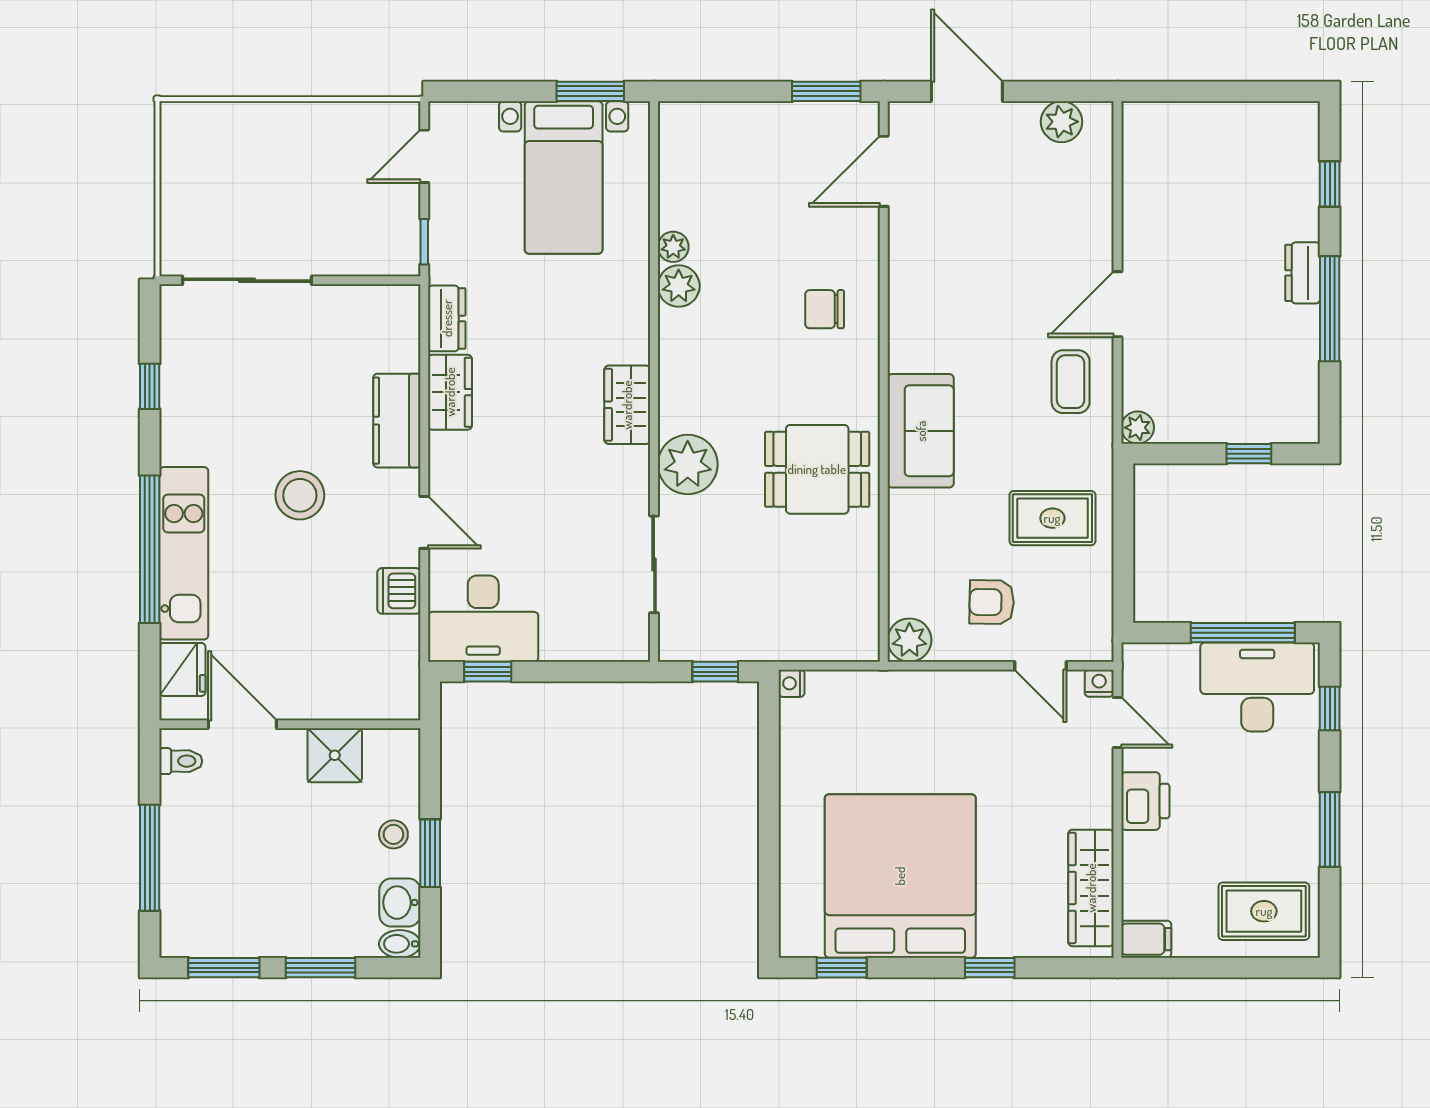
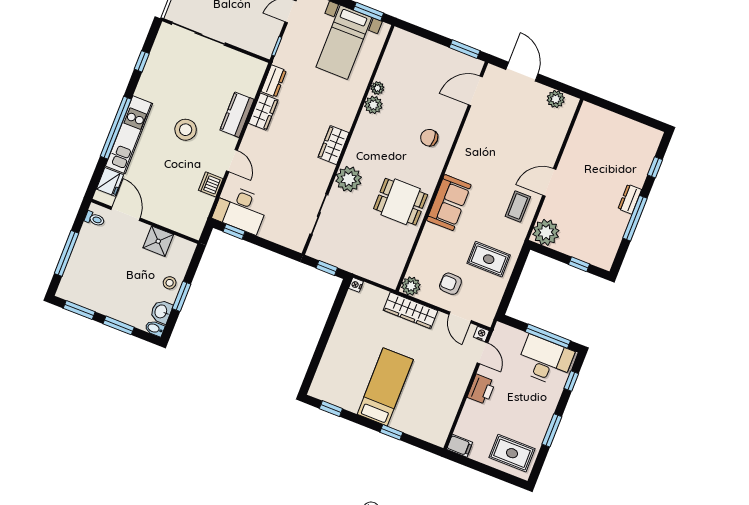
plant: (1138, 428) -> (546, 232), width x1.87, depth x1.87
bed: (900, 876) -> (385, 387), width x0.49
wardrobe: (1091, 888) -> (411, 310), moved, turned -90

